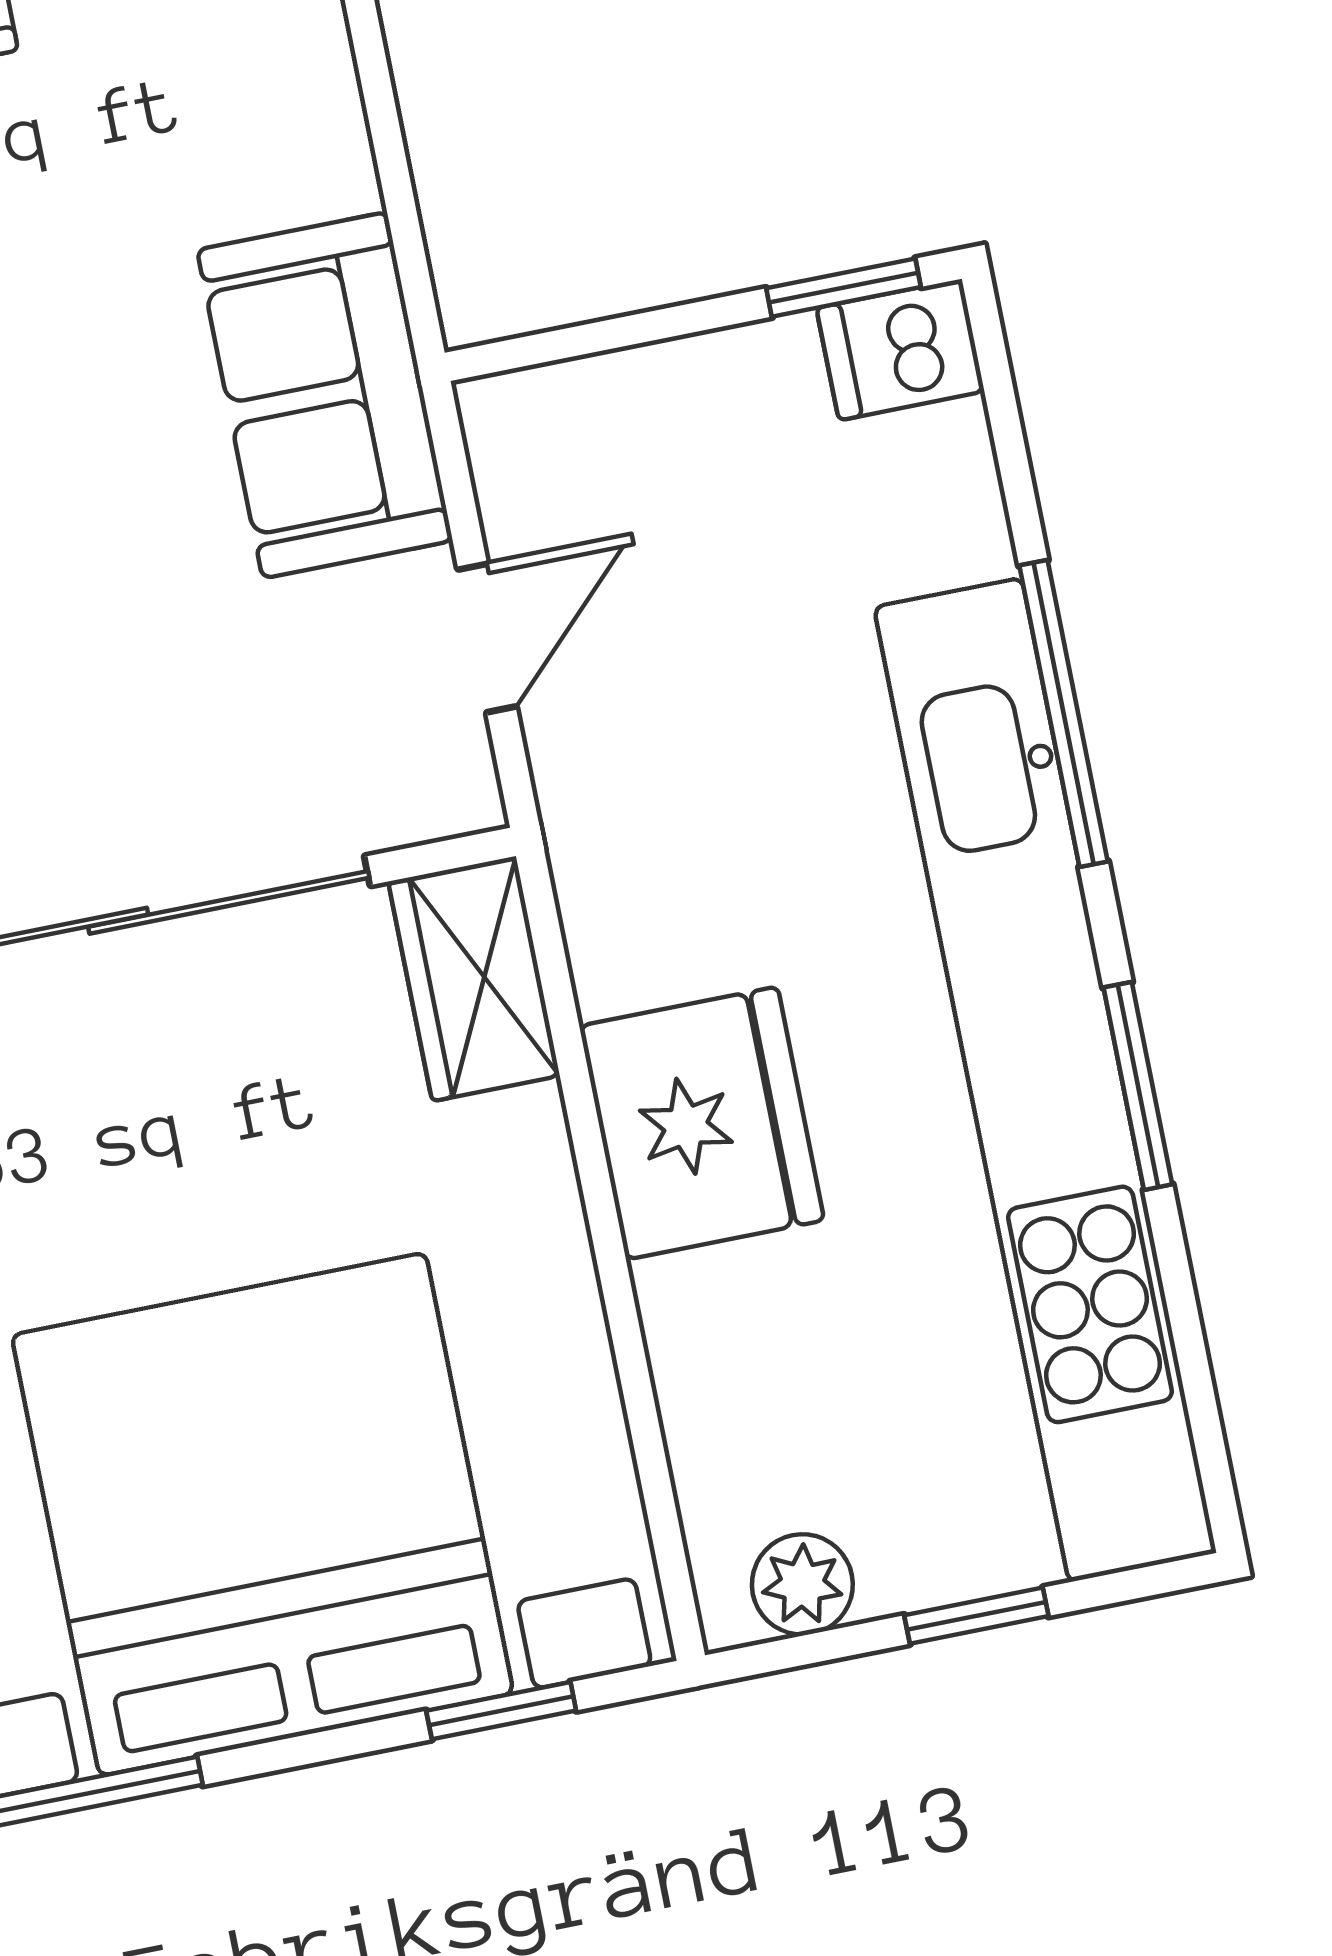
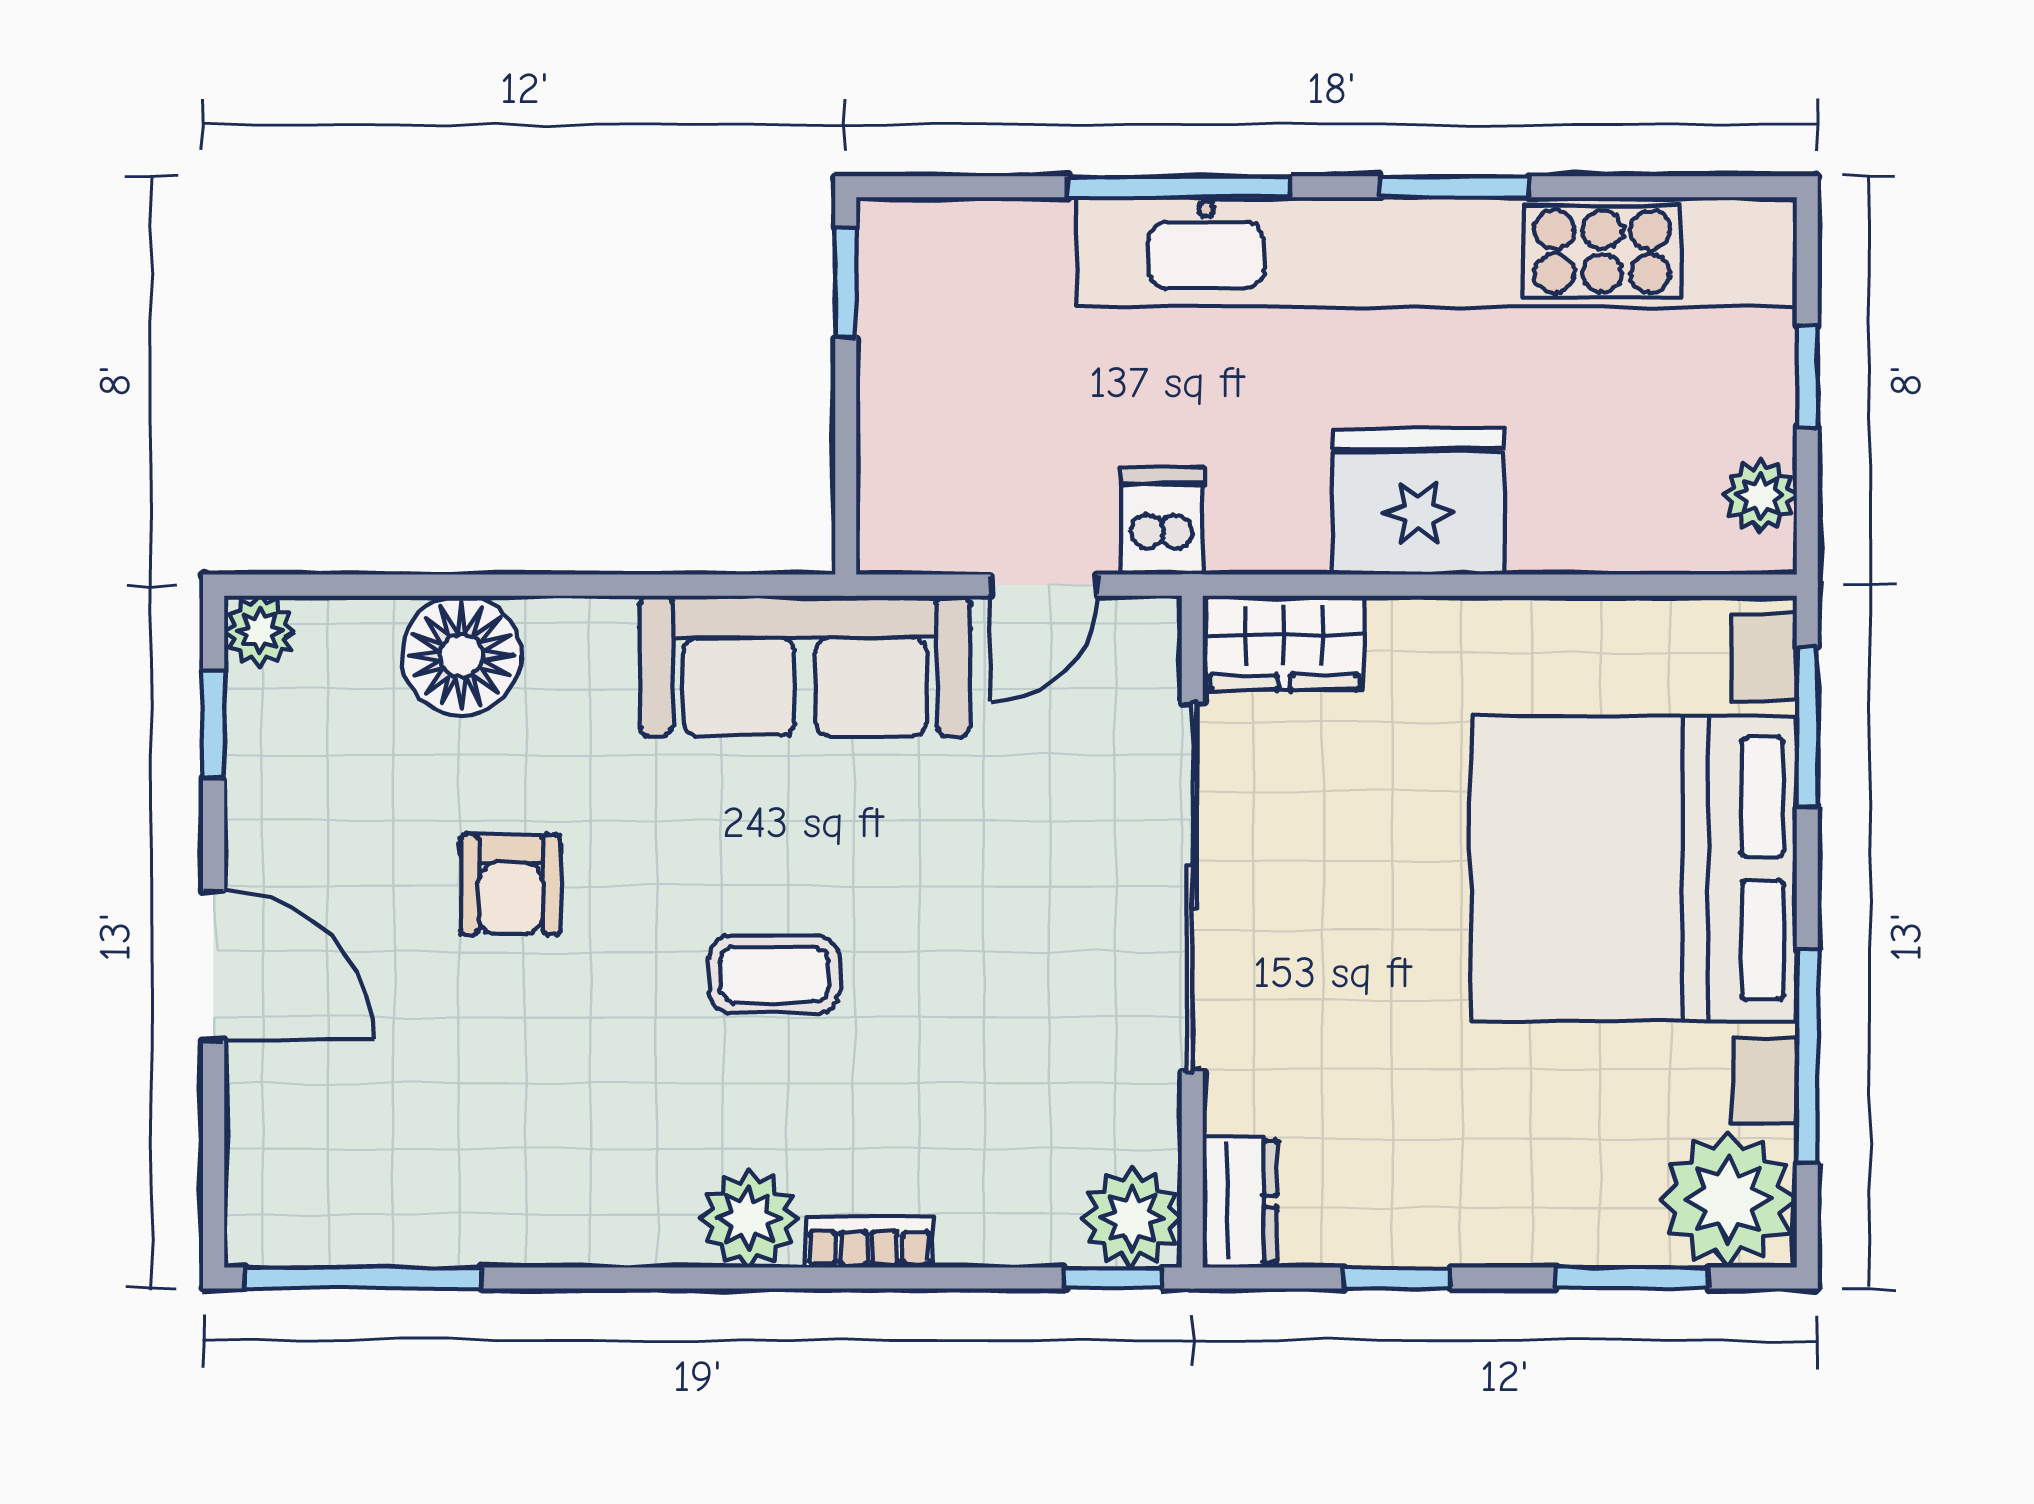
dishwasher: (900, 350) -> (1162, 521), moved, turned 180
sofa: (325, 395) -> (805, 666), width x1.36
door: (487, 638) -> (1044, 585), swing flipped
window: (501, 1711) -> (1807, 727), width x1.50

